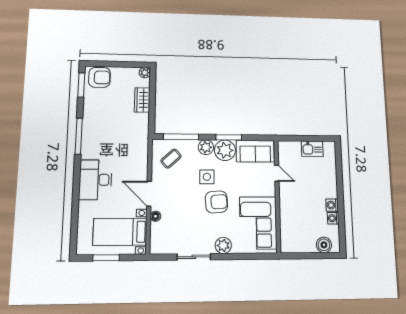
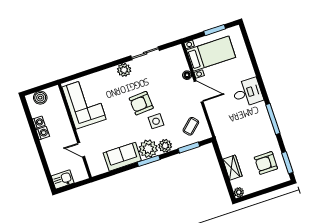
armchair: (99, 77) -> (266, 163), moved
window: (181, 137) -> (189, 147), width x0.69
kitchen sink: (312, 149) -> (63, 179), moved
door: (277, 173) -> (81, 150), moved
desk: (95, 180) -> (247, 93), width x0.73
wall: (277, 196) -> (75, 131), moved
corner sofa: (258, 223) -> (84, 103), moved

